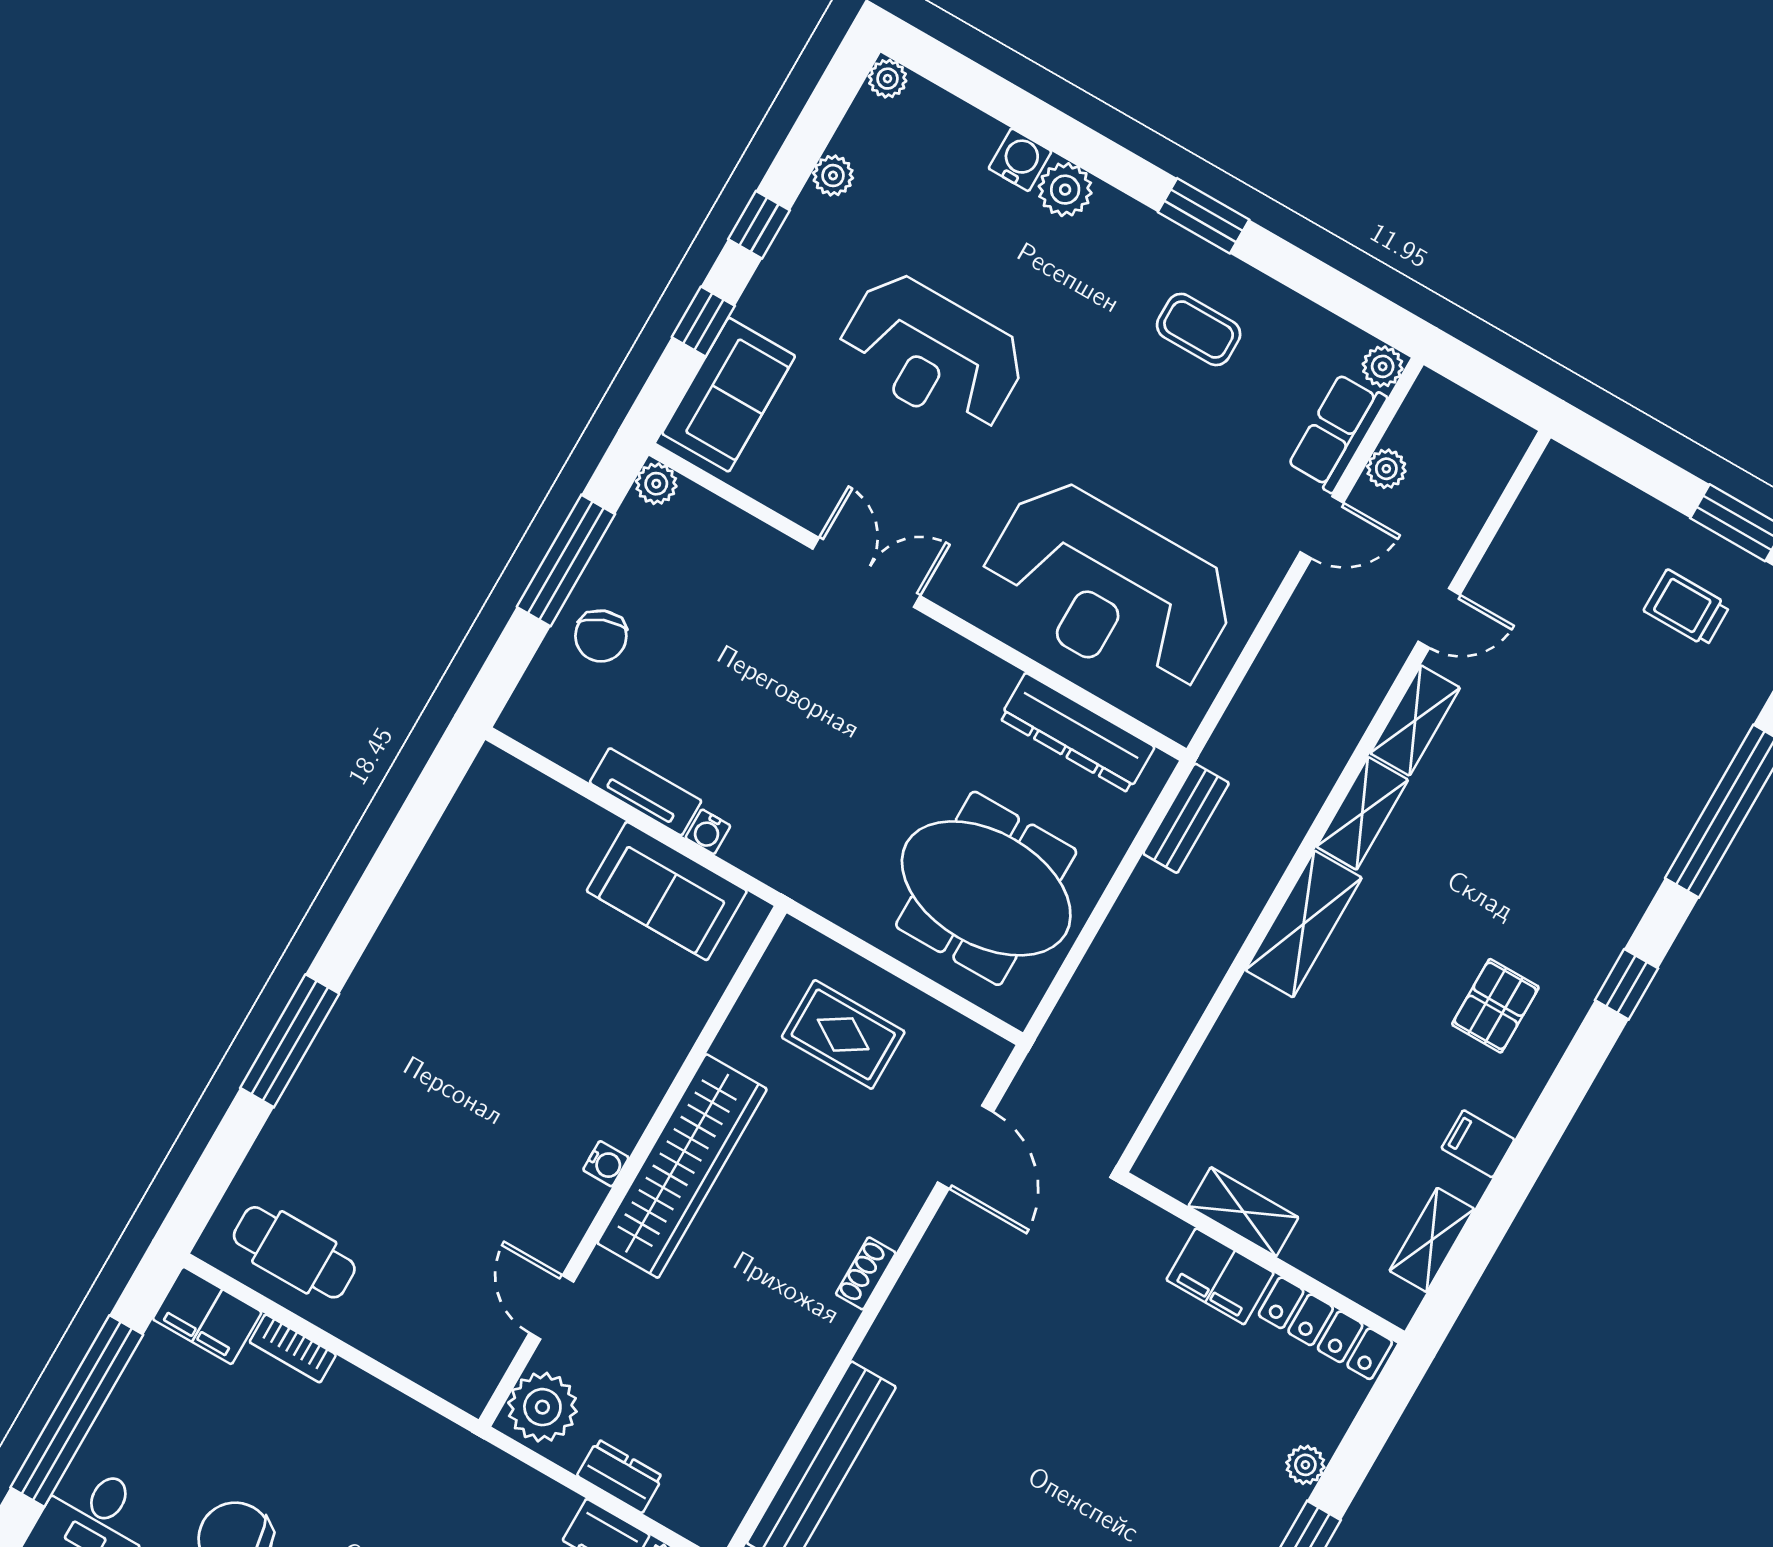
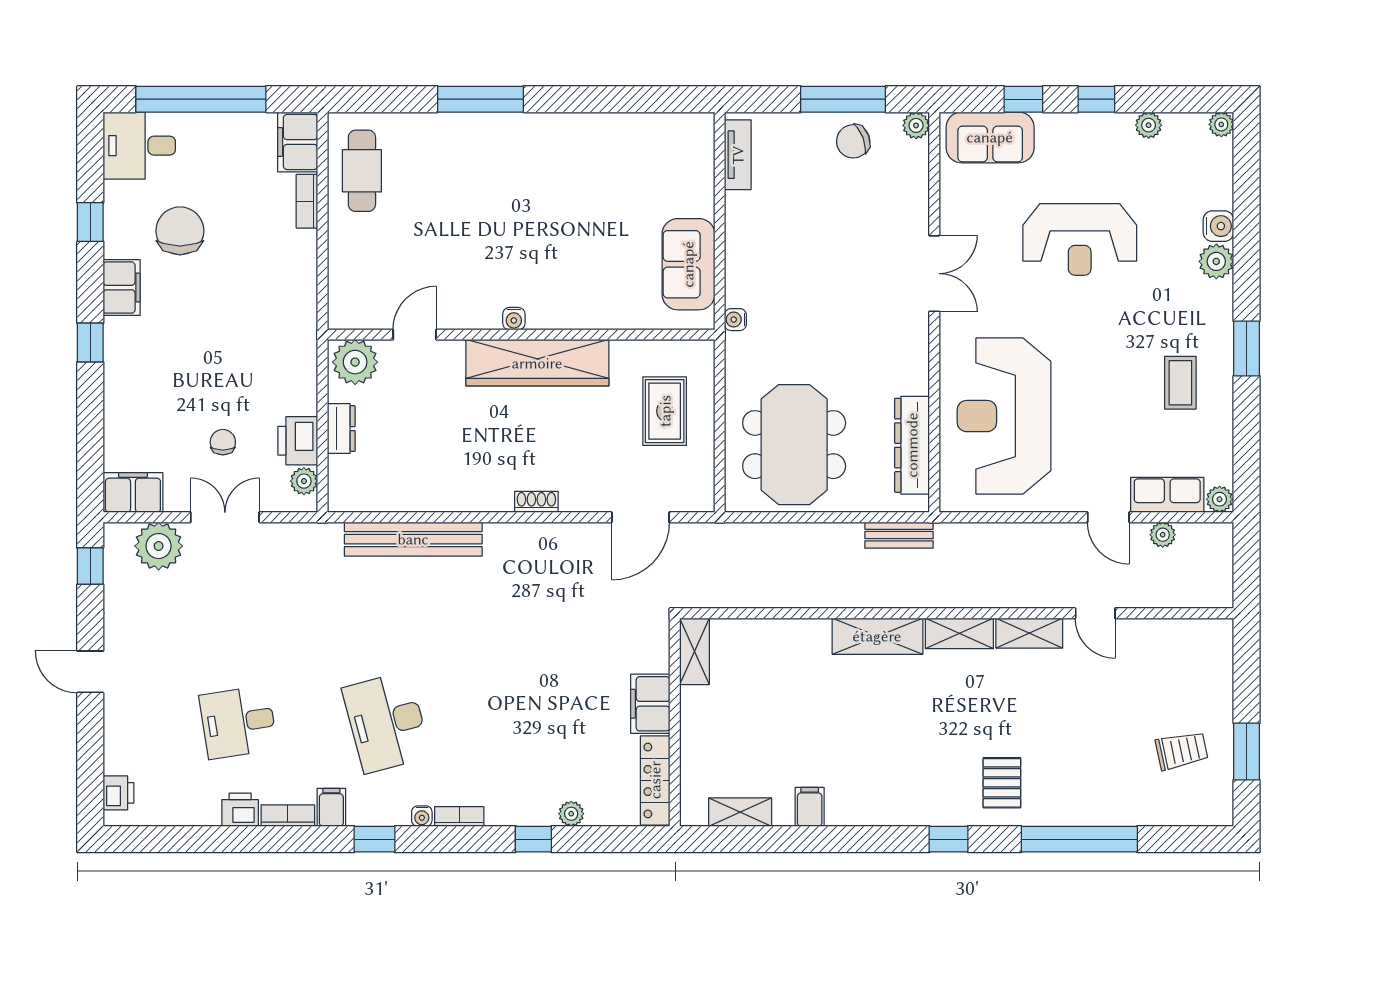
reception desk: (932, 354) -> (1080, 240), turned -90
trolley: (1687, 608) -> (1182, 751), turned 78
chair: (601, 636) -> (853, 141), moved
tv unit: (646, 792) -> (738, 155), moved
water cooler: (708, 832) -> (735, 320), moved
pallet: (1495, 1006) -> (1002, 783), moved, turned 90
shelving: (1243, 1212) -> (695, 651), moved

